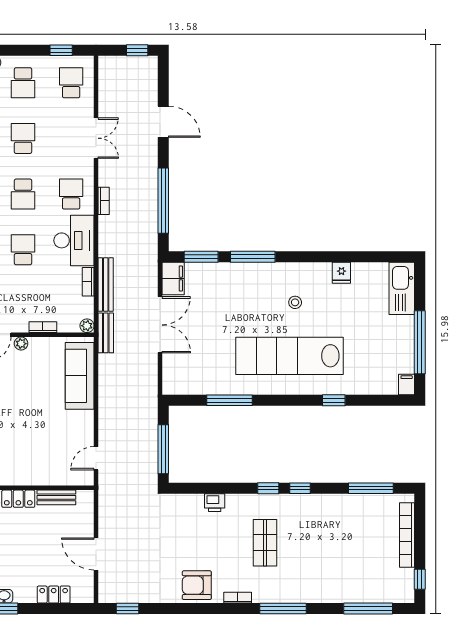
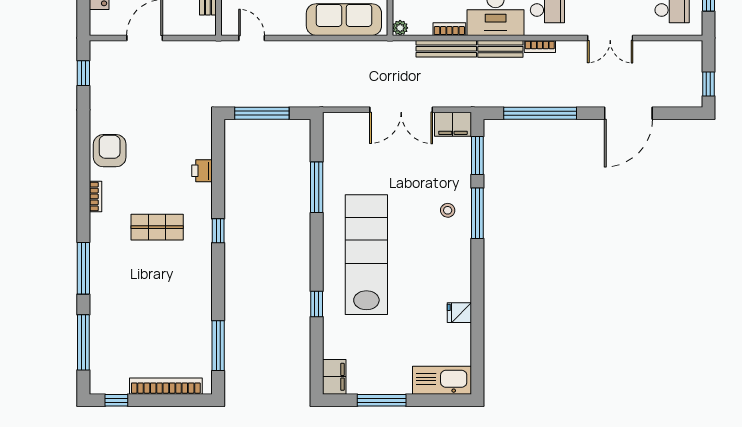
door: (163, 122) -> (628, 113), width x1.36
stool: (295, 302) -> (448, 210), moved
bench: (106, 333) -> (500, 49), moved
window: (420, 342) -> (382, 400), width x0.68
filing cabinet: (407, 384) -> (334, 377), width x2.00
window: (300, 488) -> (218, 266), removed
window: (283, 609) -> (83, 268), moved

